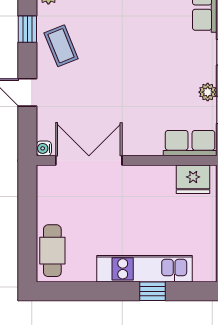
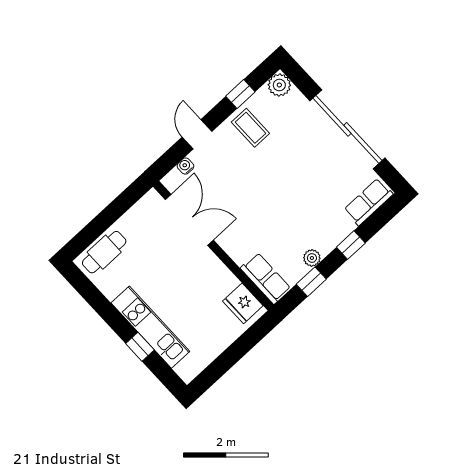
coffee table: (61, 46) -> (250, 128), turned -68
water cooler: (44, 148) -> (185, 166), moved

